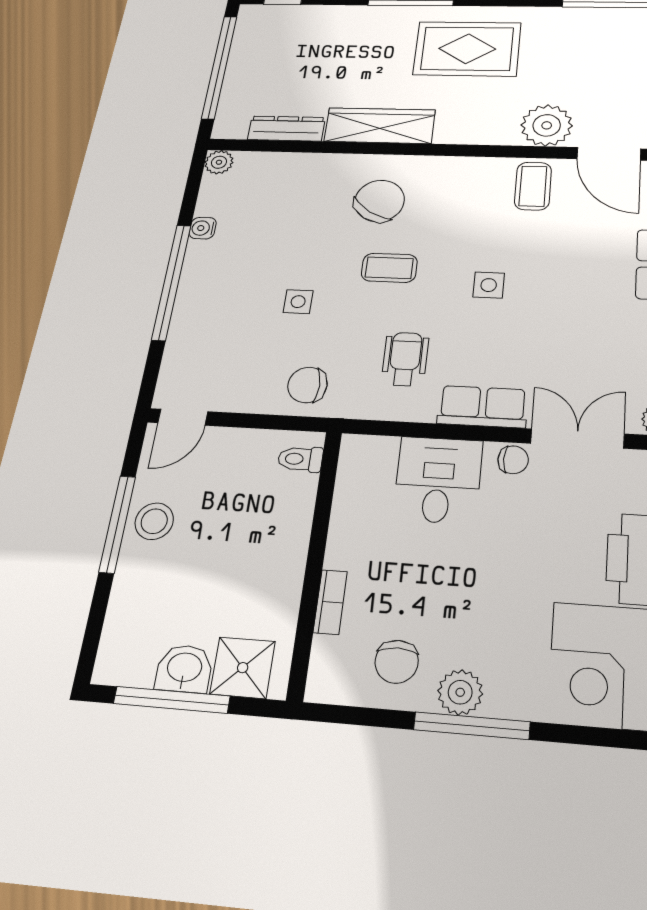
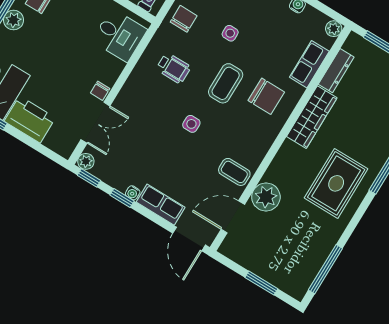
chair: (379, 201) -> (266, 96), turned -32
coffee table: (389, 268) -> (226, 83), width x1.36, depth x1.30
row of seats: (483, 407) -> (309, 64), moved, turned 180
desk: (438, 480) -> (119, 35), moved

